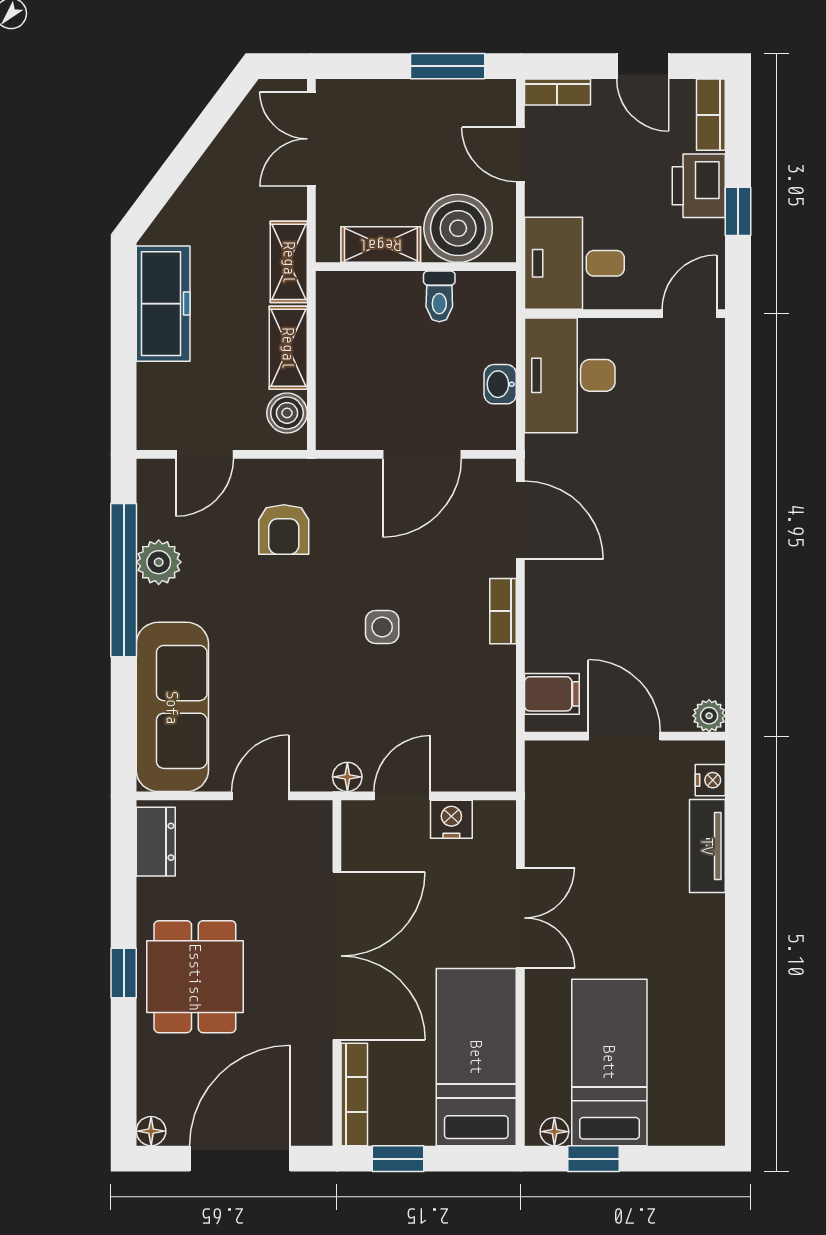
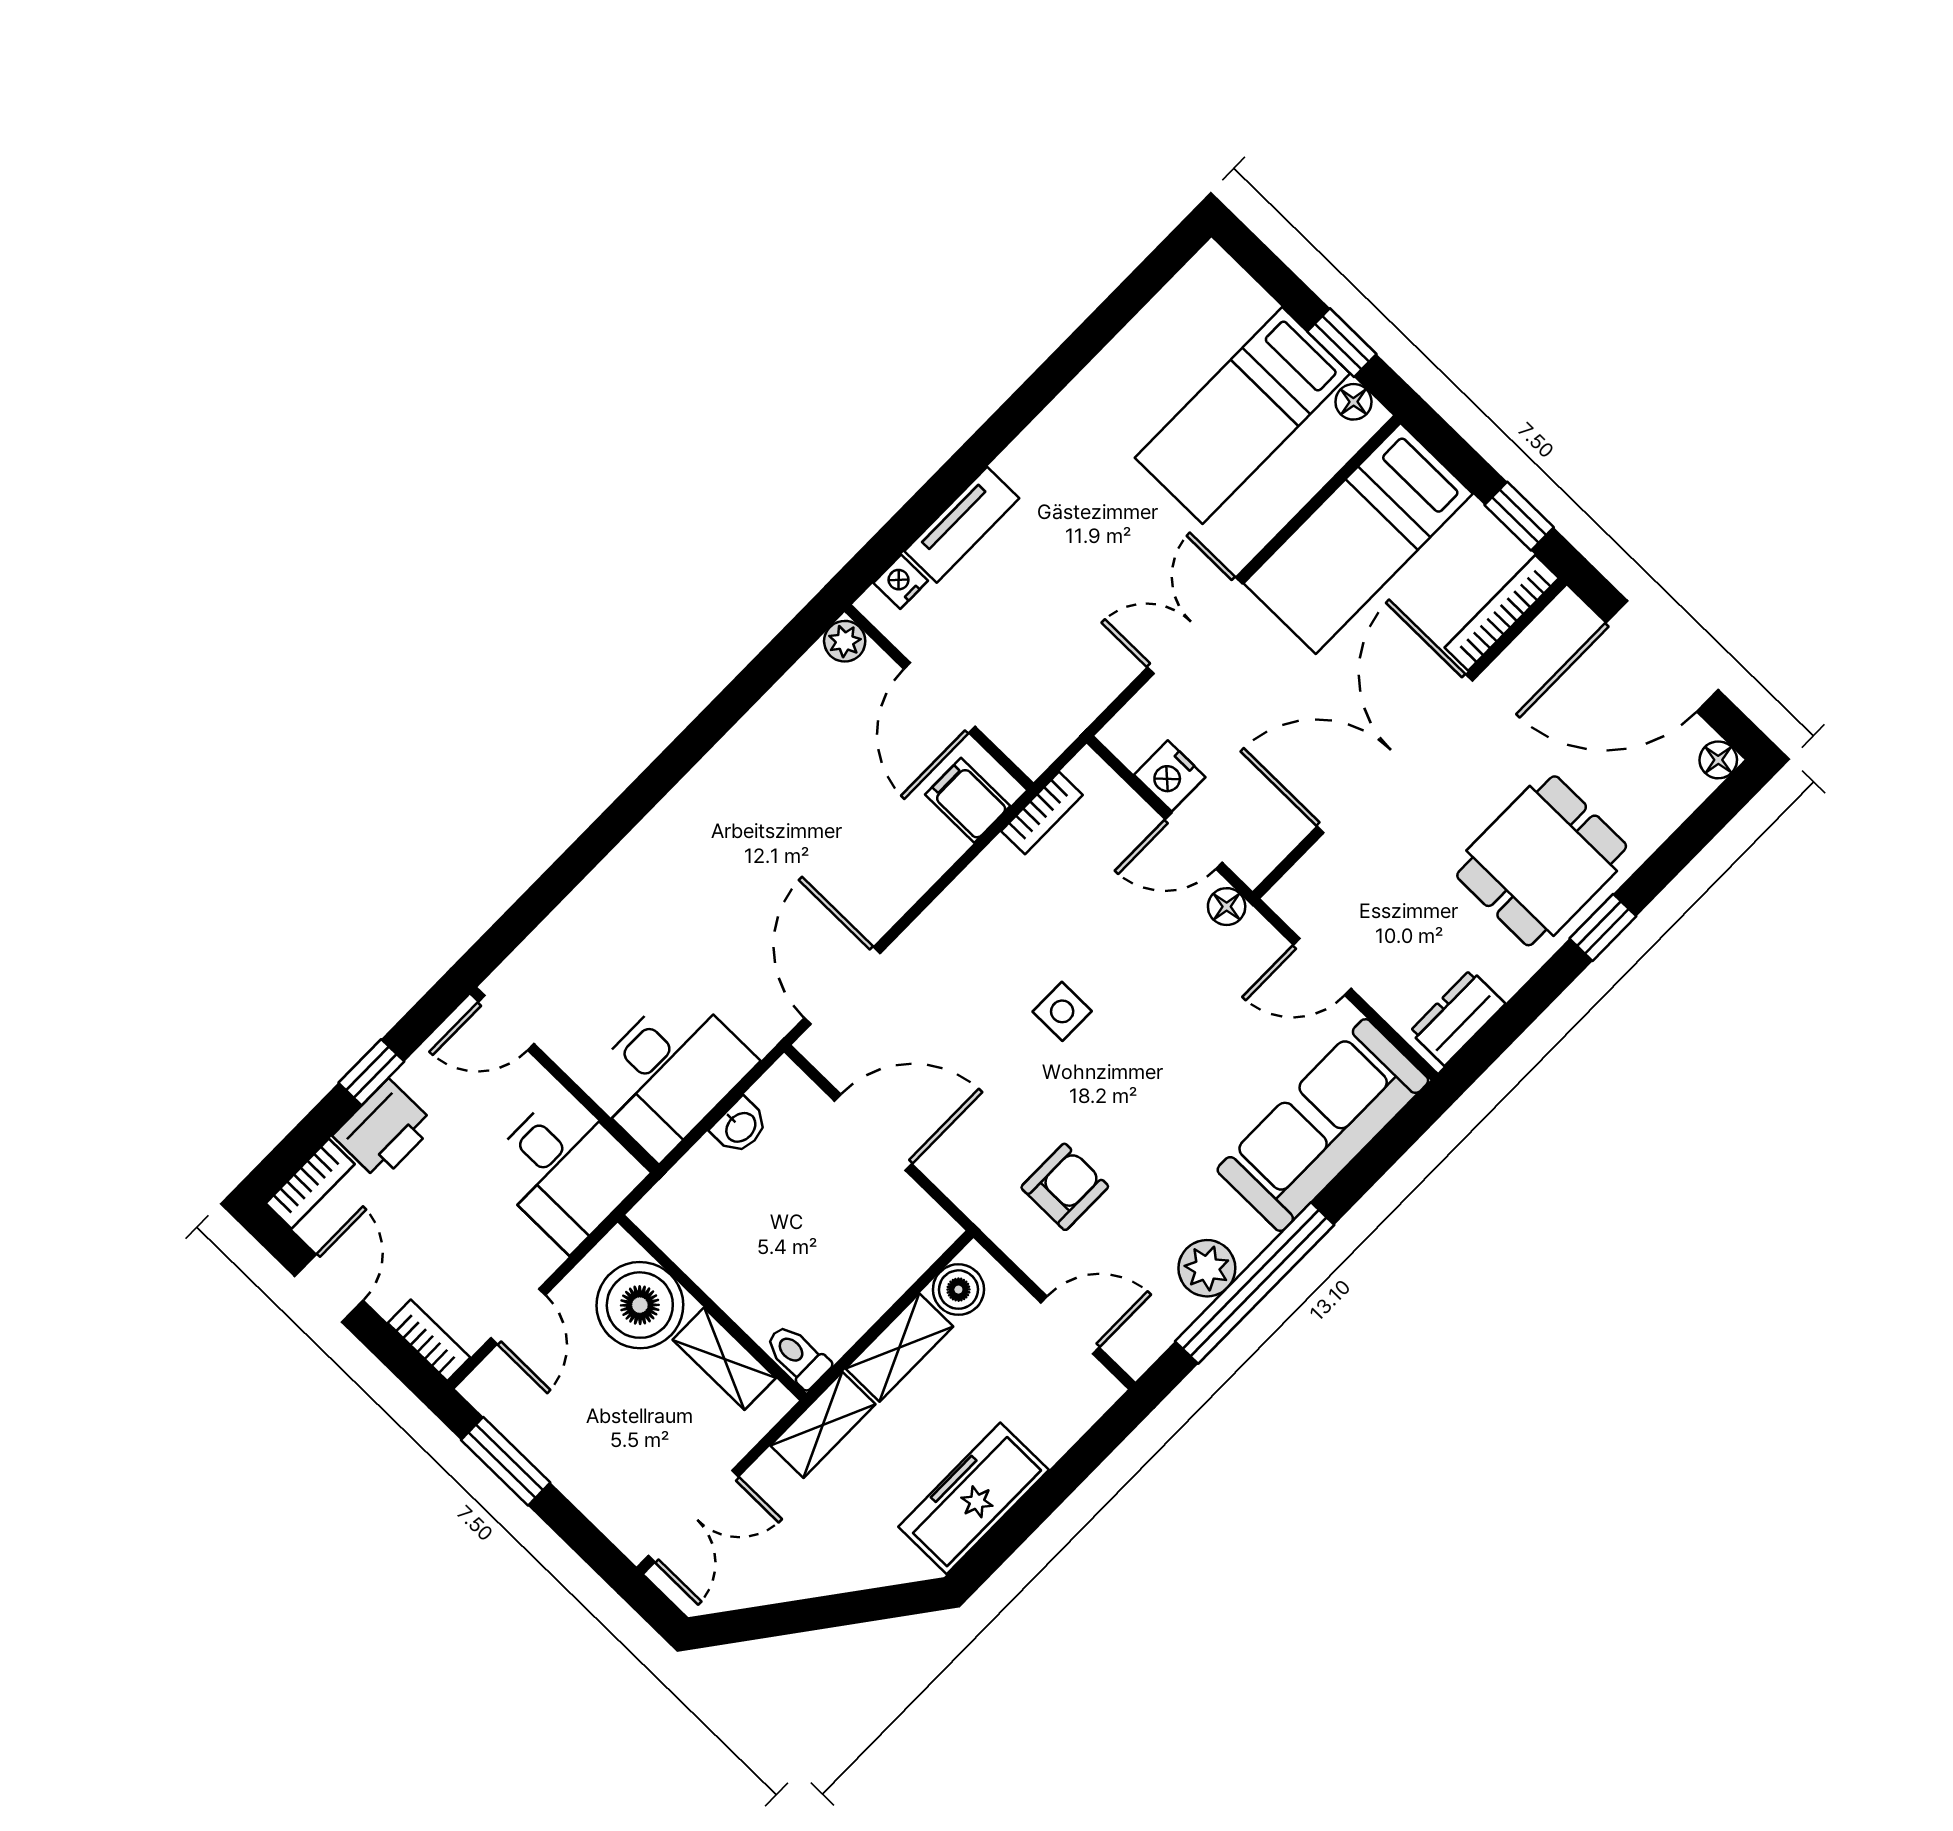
toilet: (439, 296) -> (797, 1356), moved, turned -90
bookcase: (503, 611) -> (1042, 813), moved

